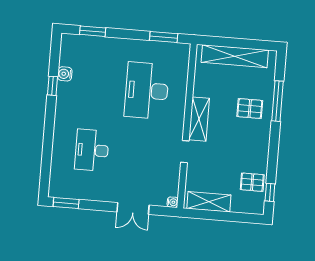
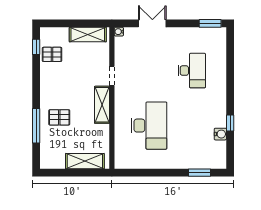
window: (164, 37) -> (138, 173), removed
shelving: (235, 56) -> (85, 161), width x0.68

